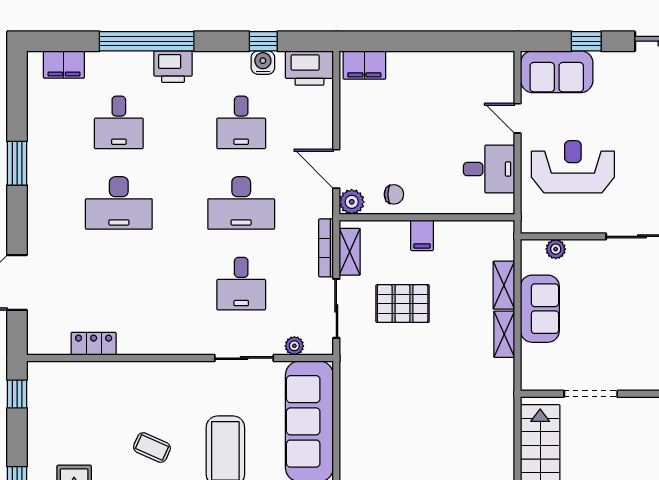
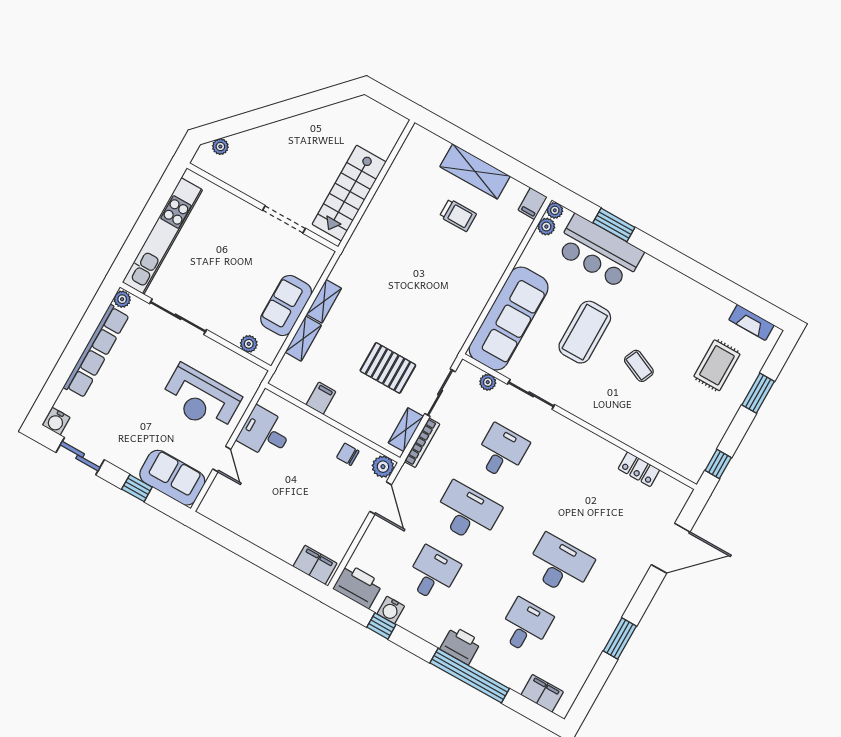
filing cabinet: (422, 235) -> (321, 398), moved

